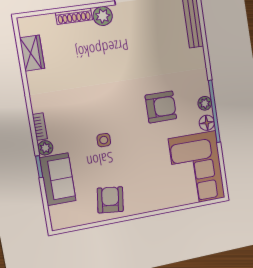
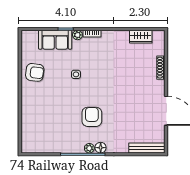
plant: (103, 16) -> (158, 87), removed
armchair: (161, 107) -> (92, 117), turned 180
floor lamp: (207, 123) -> (101, 148), moved
corner sofa: (197, 168) -> (45, 136), removed

